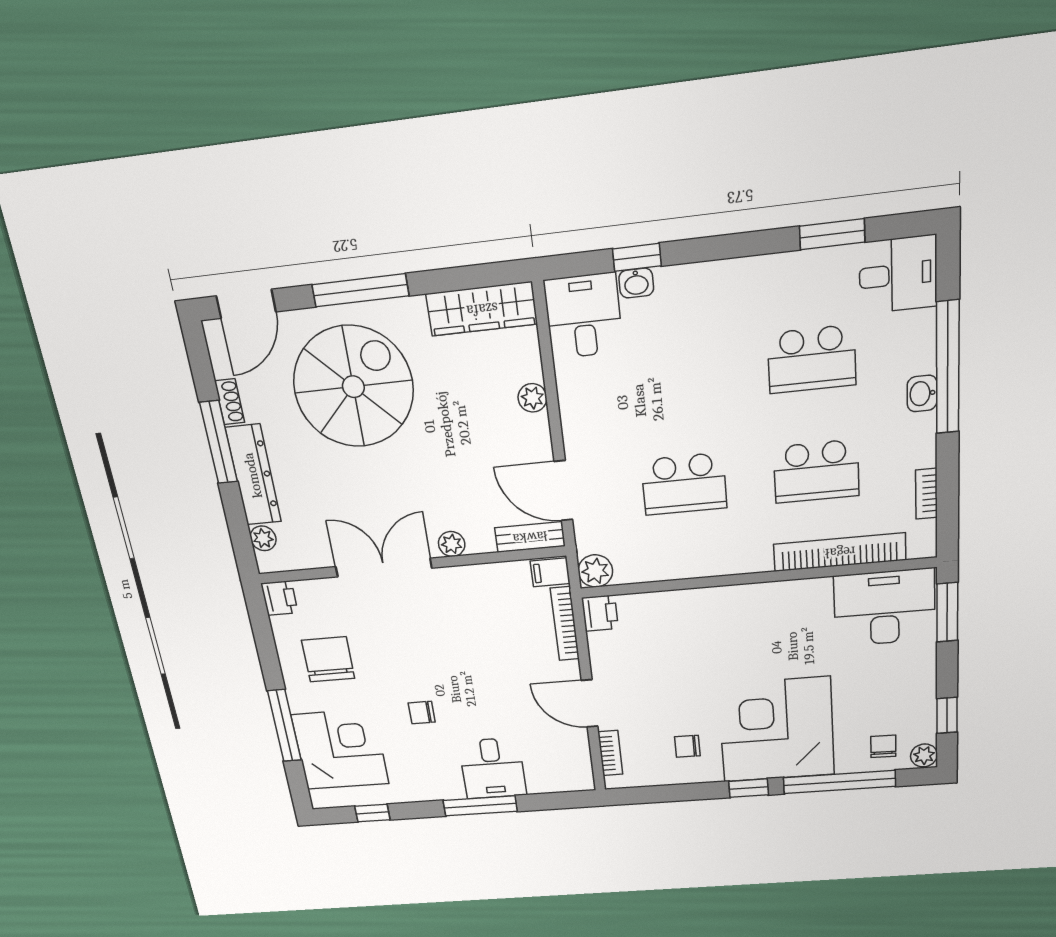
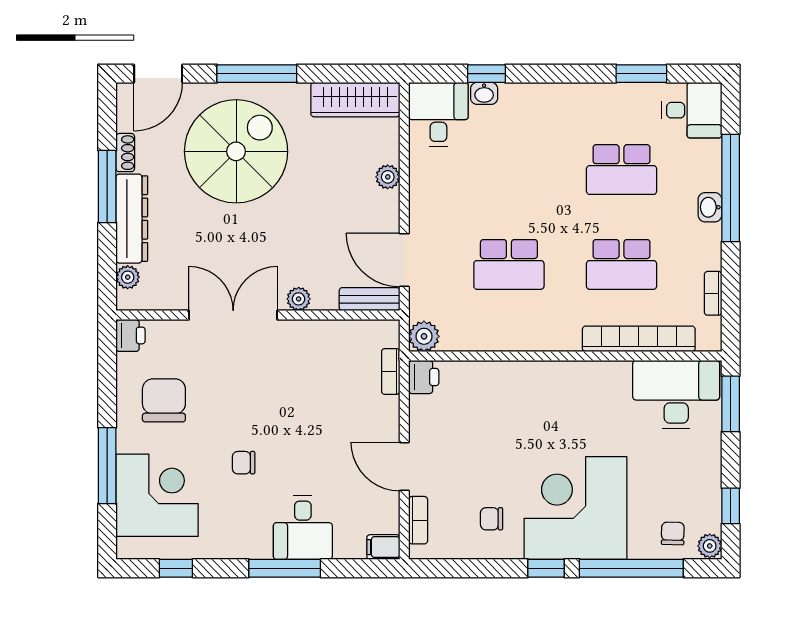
filing cabinet: (550, 572) -> (383, 547), moved
bookcase: (565, 624) -> (391, 371), width x0.64

